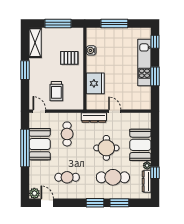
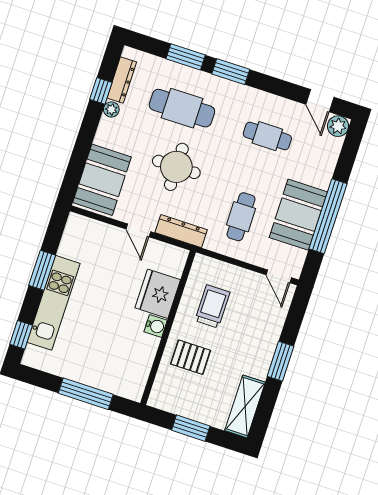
window: (58, 23) -> (191, 428), width x0.69
water cooler: (91, 50) -> (156, 326), moved
trolley: (56, 91) -> (212, 306), moved
booth: (140, 145) -> (102, 180), moved

